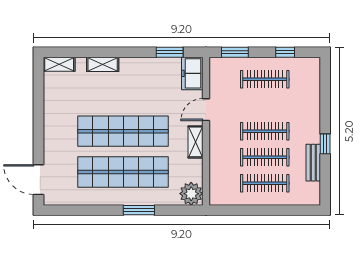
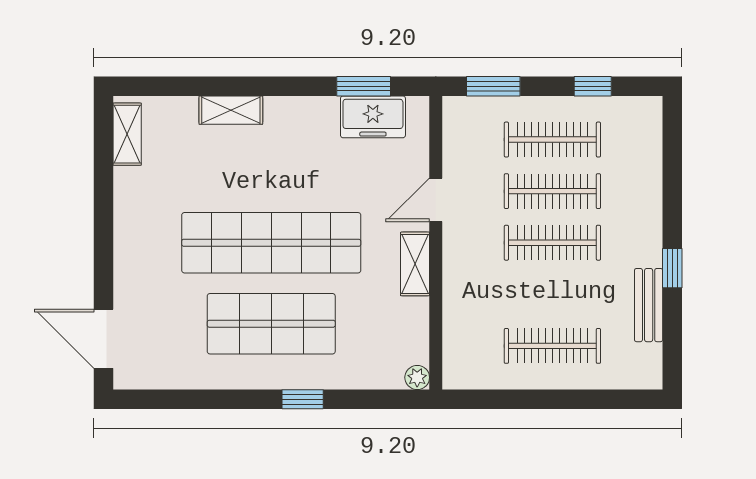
shelving: (59, 64) -> (127, 134), moved, turned 90
freezer: (192, 73) -> (373, 117), moved, turned -90
clothes rail: (265, 157) -> (552, 191), moved
shop shelf: (123, 172) -> (271, 324), width x0.71
plant: (191, 194) -> (417, 377), width x0.53, depth x0.53
window: (139, 210) -> (303, 399), width x0.67

